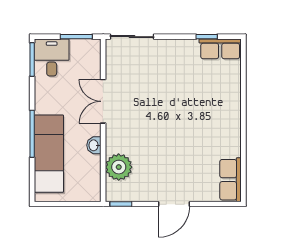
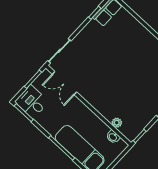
double door: (103, 101) -> (65, 83), moved
washbasin: (94, 145) -> (113, 137), moved
plant: (119, 167) -> (117, 123), width x0.53, depth x0.53

